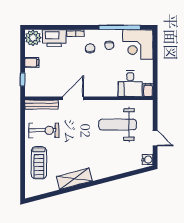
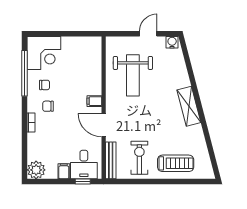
printer: (54, 38) -> (37, 146), removed
desk: (130, 84) -> (84, 165), moved, turned 90
filing cabinet: (148, 90) -> (94, 101), moved
shelving: (74, 179) -> (189, 106), moved

